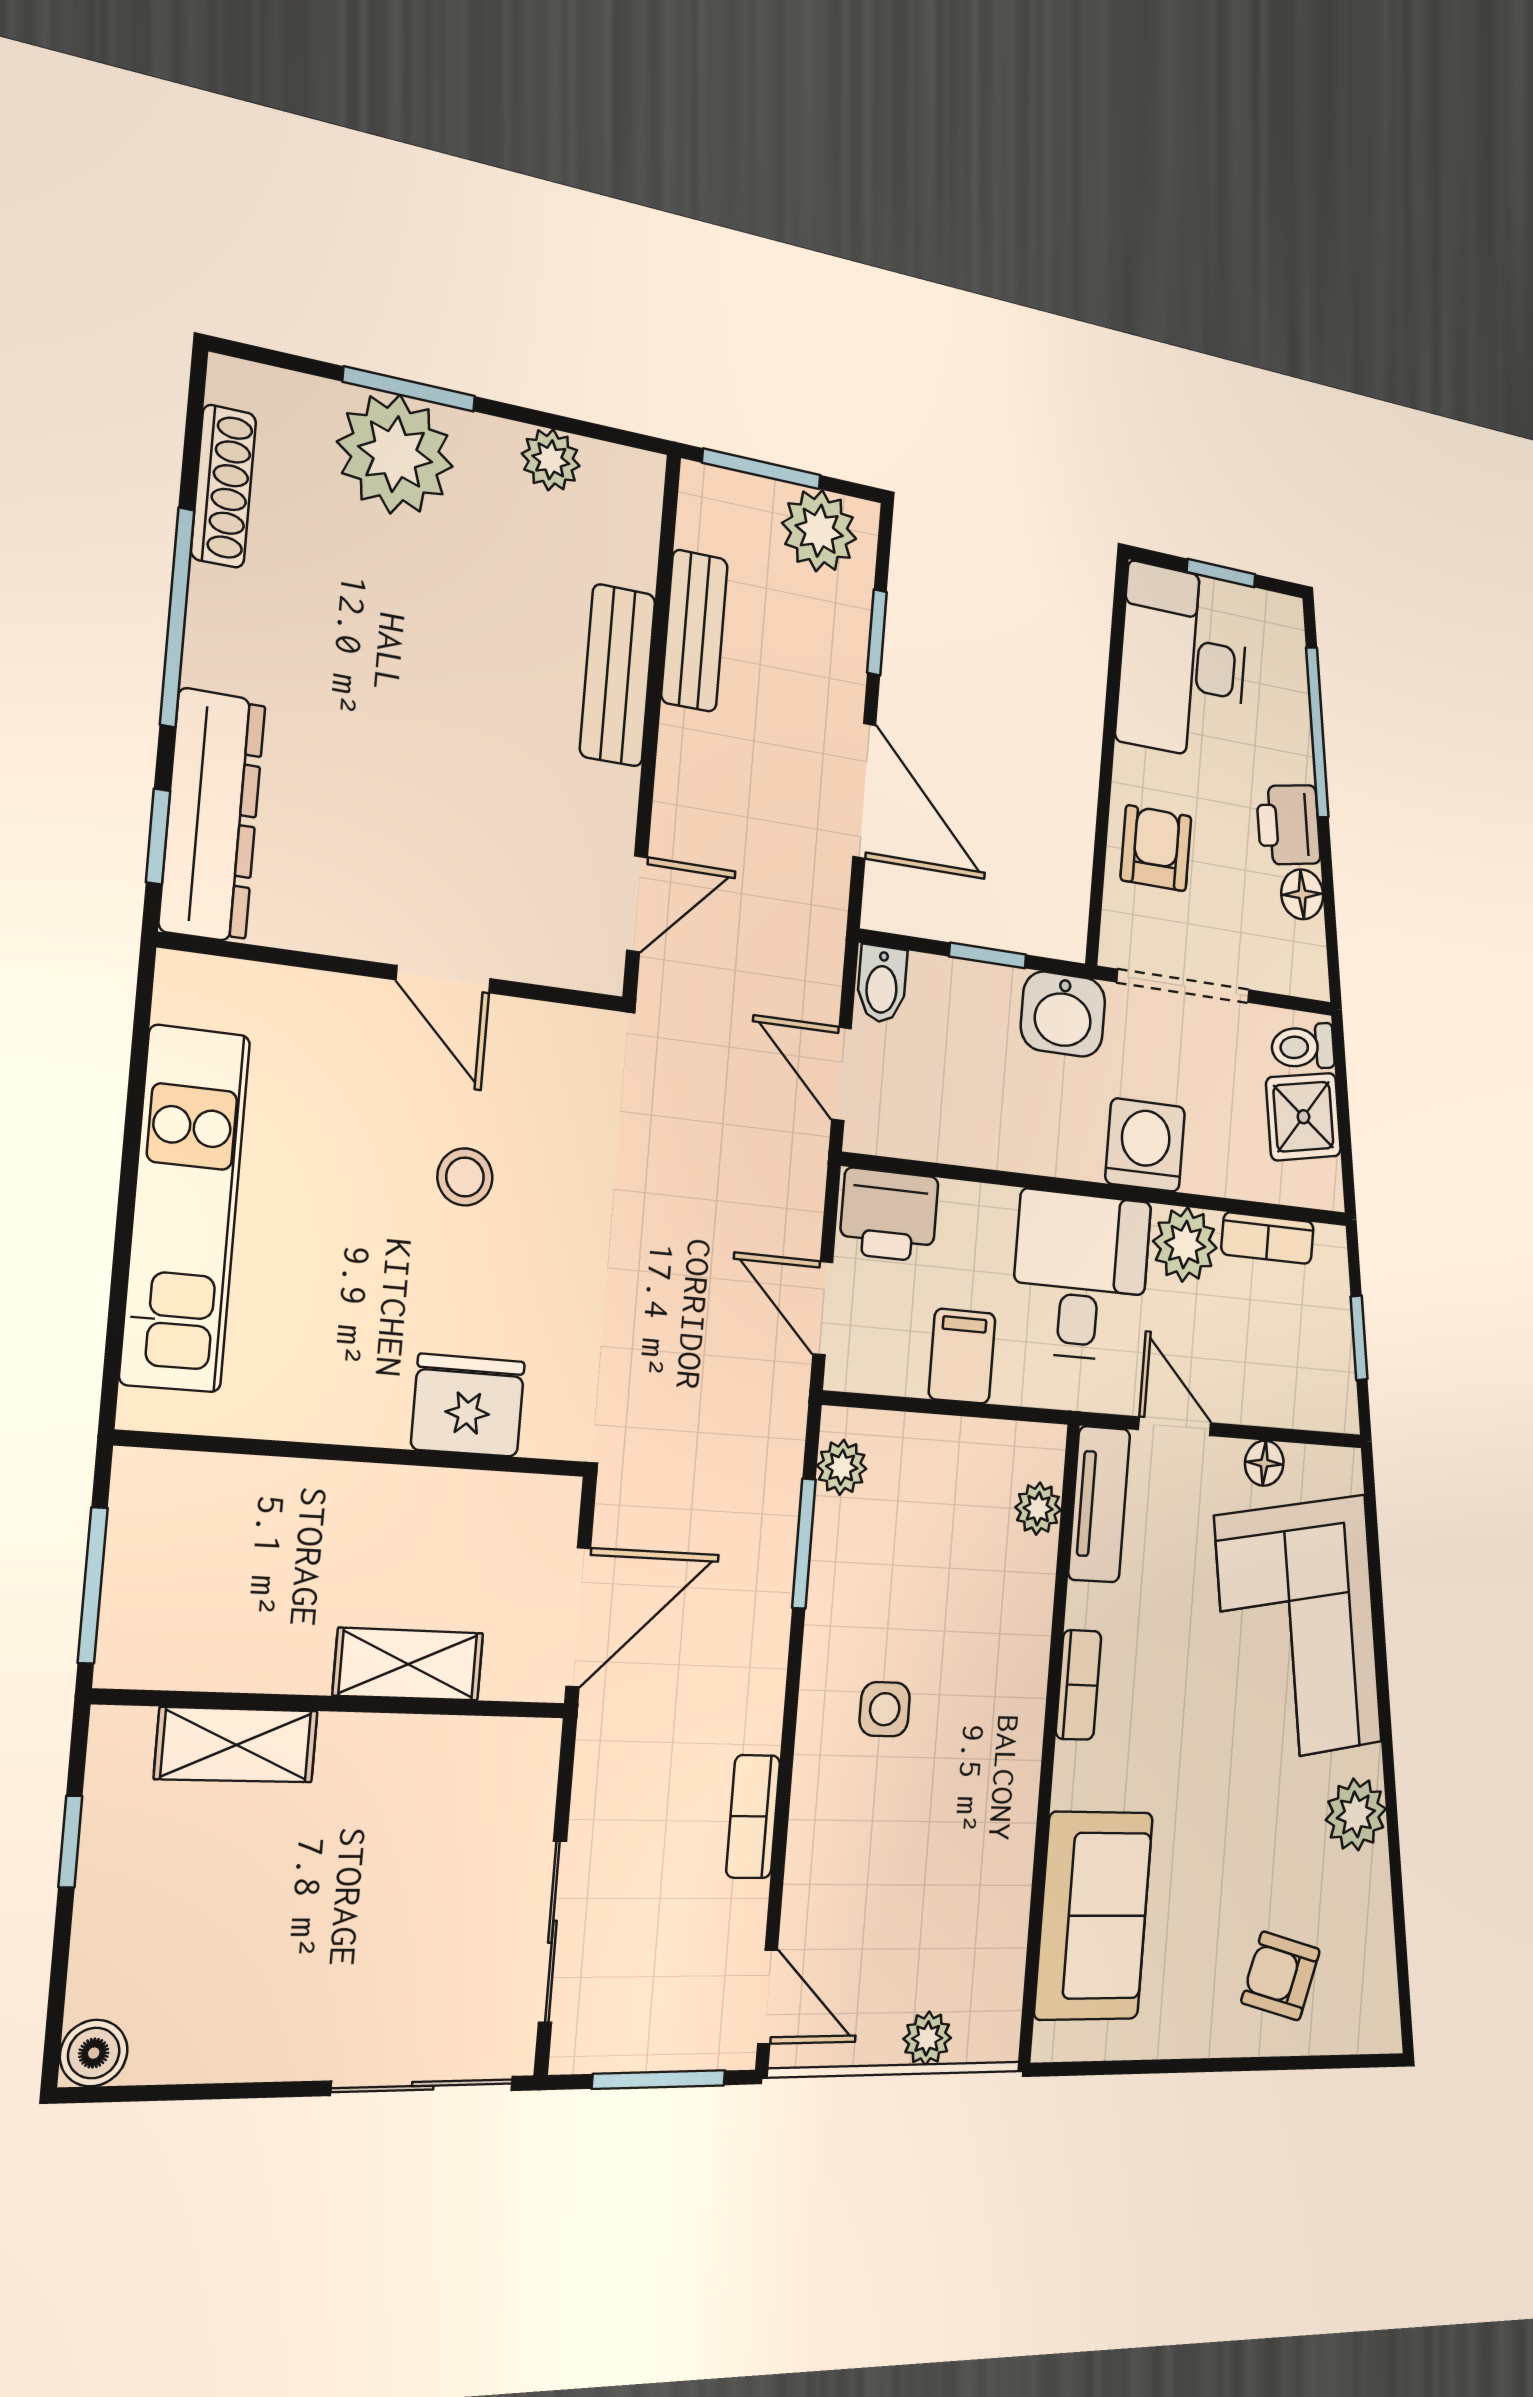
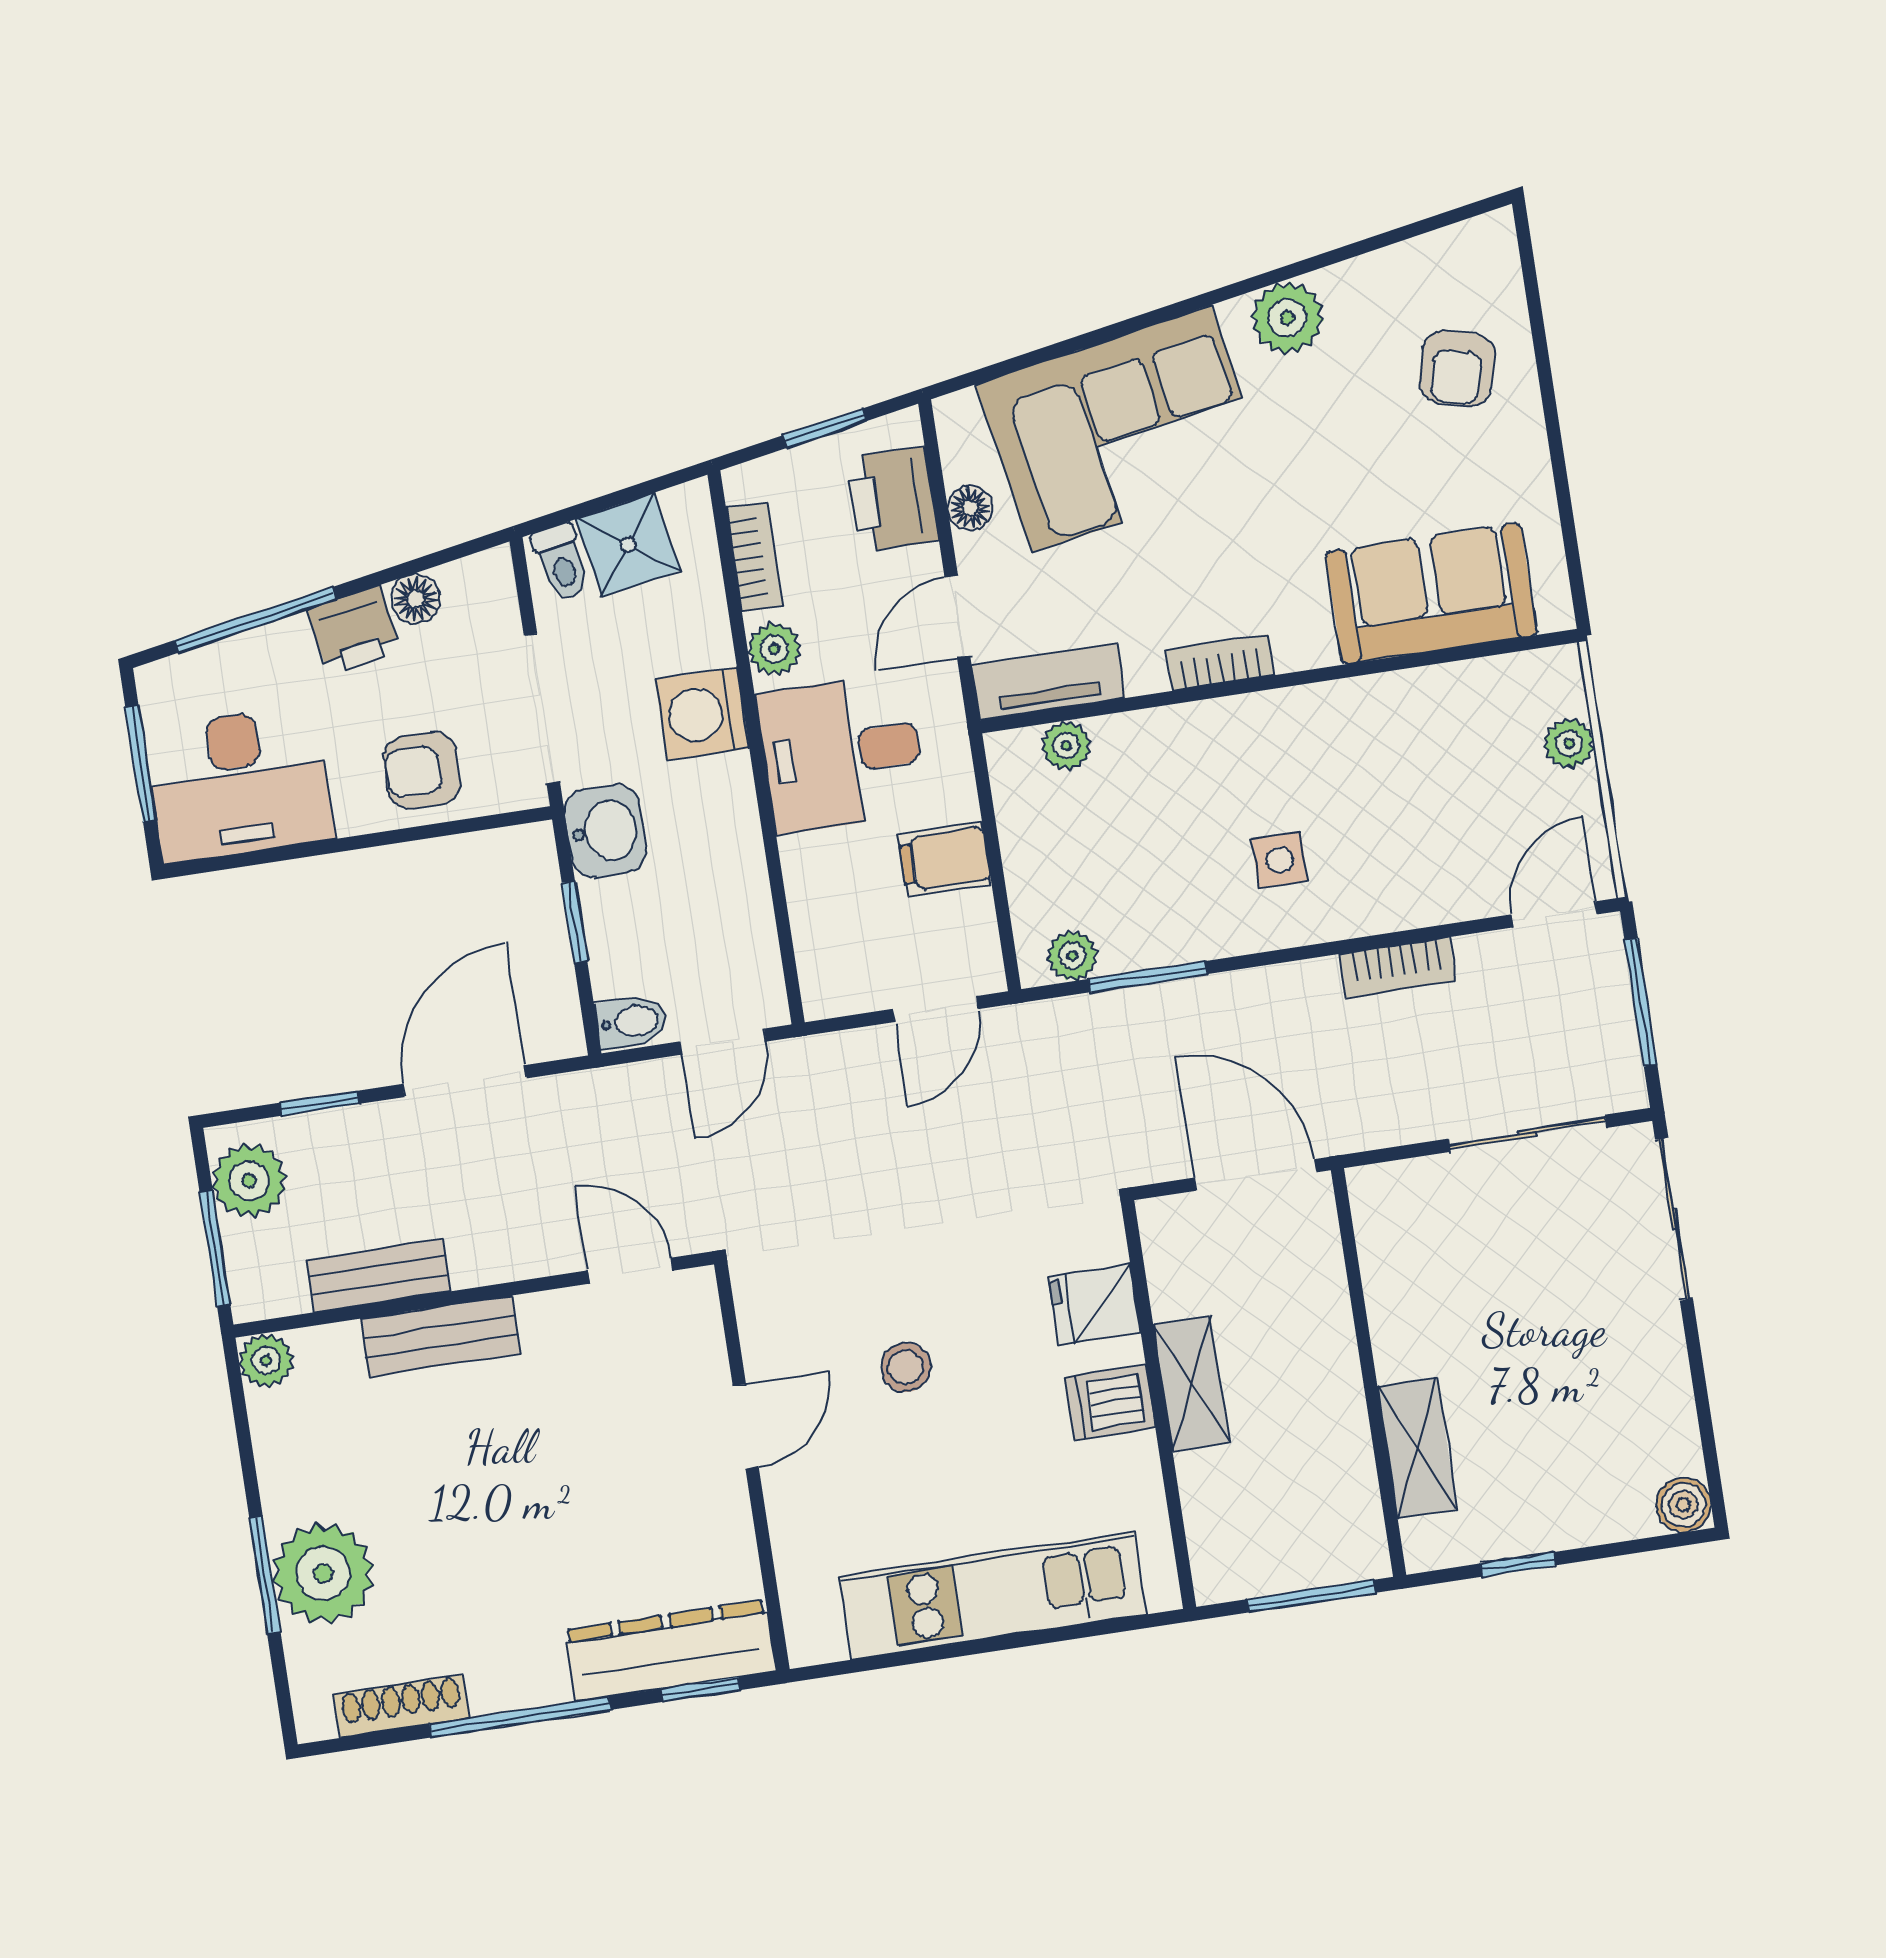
plant: (551, 460) -> (266, 1360), moved
window: (1221, 573) -> (141, 764), width x1.50
printer: (889, 1215) -> (893, 499), moved, turned 180
plant: (1185, 1245) -> (774, 649), width x0.73, depth x0.73
dishwasher: (372, 1398) -> (1110, 1402), added
fridge: (468, 1405) -> (1095, 1305), width x0.72
shelving: (408, 1664) -> (1191, 1383), moved

